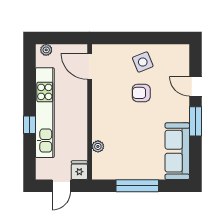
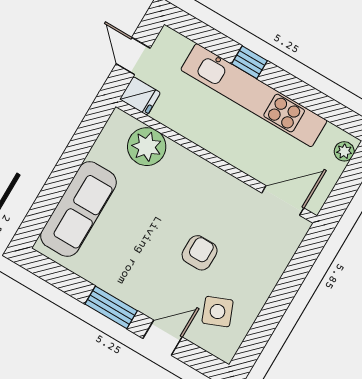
side table: (143, 62) -> (218, 312), moved
plant: (98, 146) -> (147, 147), width x1.88, depth x1.88
sofa: (177, 151) -> (78, 209), moved, turned 90
window: (137, 186) -> (68, 167), removed

